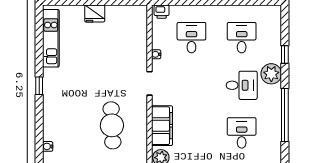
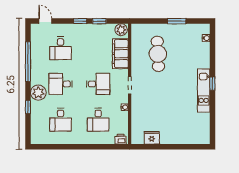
fridge: (95, 14) -> (152, 138), moved
kitchen unit: (51, 38) -> (204, 90), moved
desk: (191, 85) -> (98, 84), added

